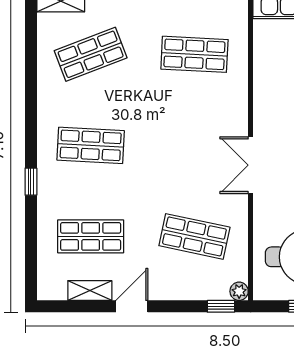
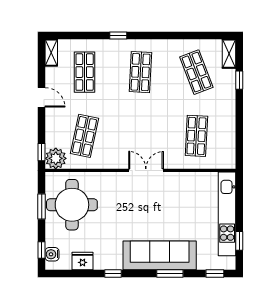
double door: (251, 165) -> (146, 170), moved
shelving: (90, 290) -> (51, 53), moved
plant: (239, 291) -> (56, 158), width x1.87, depth x1.87

